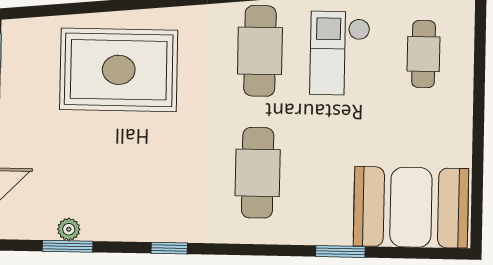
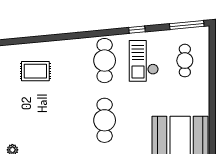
rug: (119, 70) -> (35, 71), width x0.54, depth x0.49

